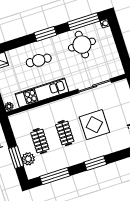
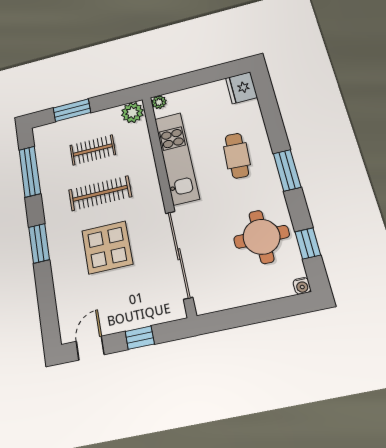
window: (83, 22) -> (308, 243), width x0.46
sliding door: (95, 86) -> (179, 254), width x1.36
clothes rail: (65, 133) -> (100, 193), width x1.36
plant: (28, 159) -> (132, 113), moved

